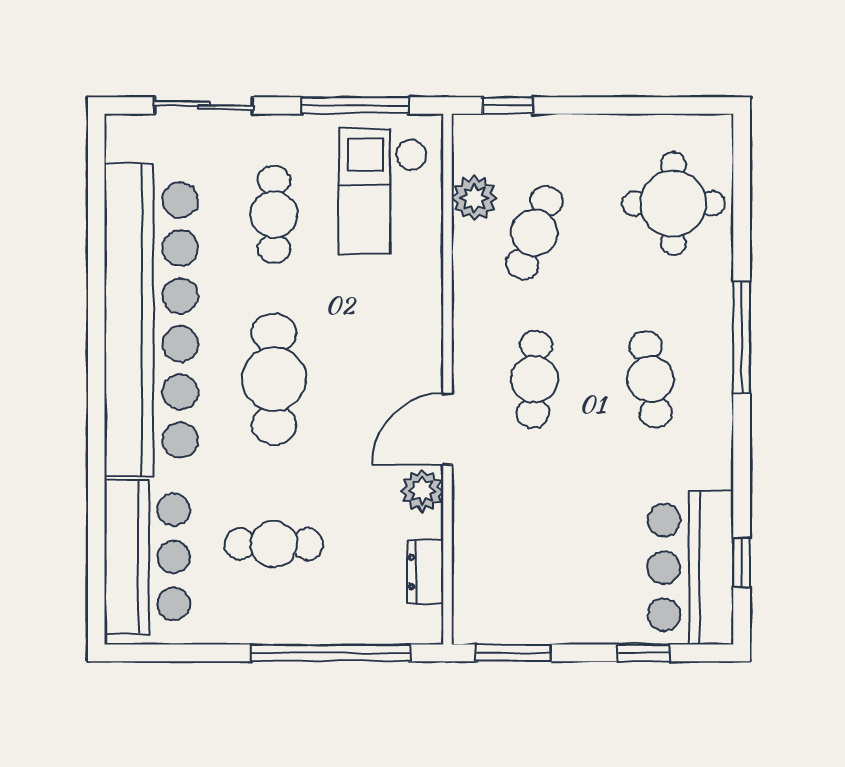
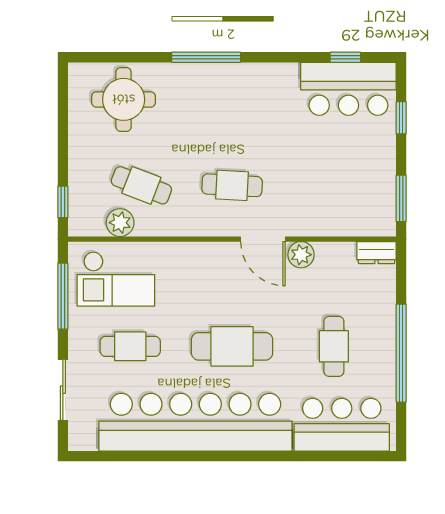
cafe table: (651, 379) -> (232, 114), removed
dresser: (426, 572) -> (376, 253), moved
window: (331, 653) -> (401, 353), moved

